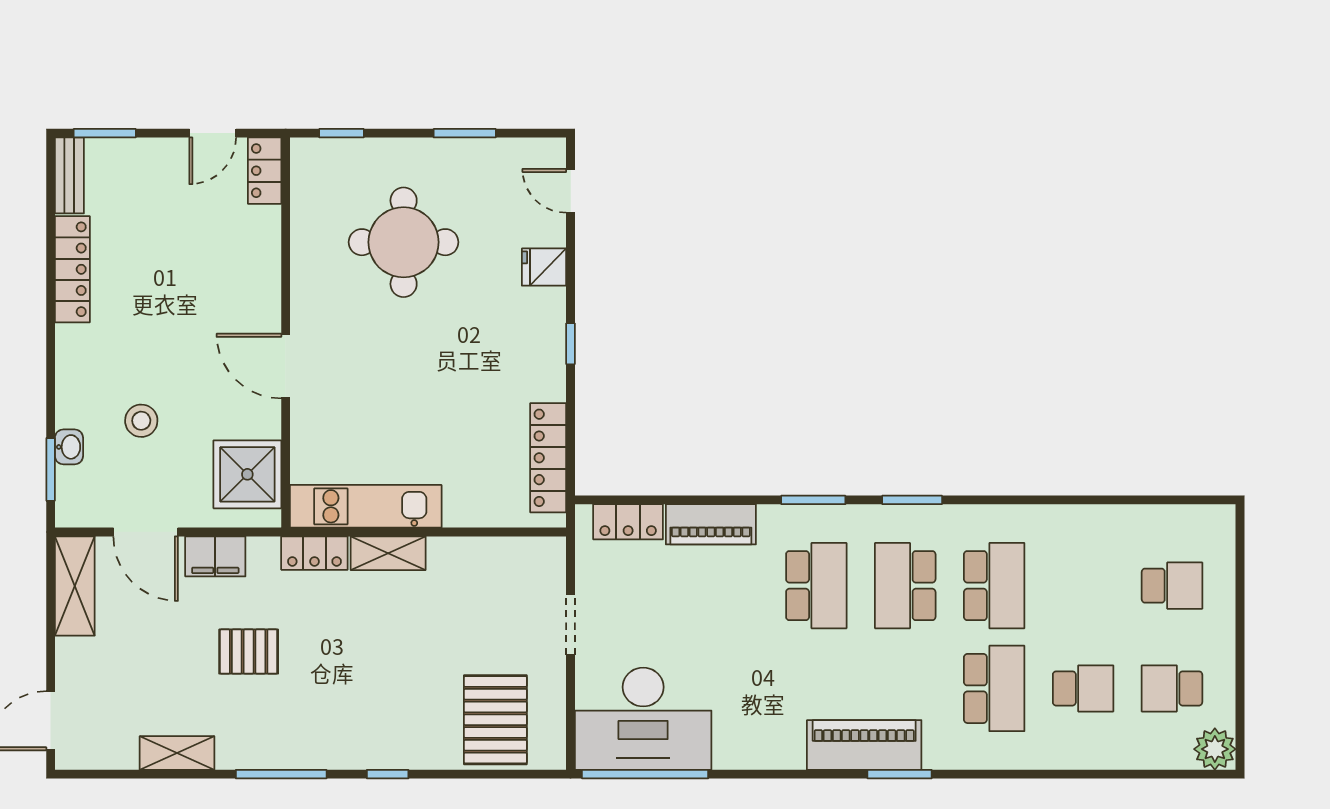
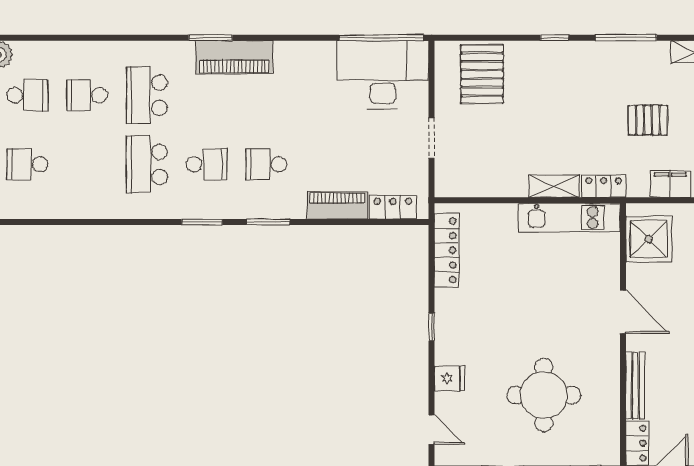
bench: (267, 257) -> (635, 385), added
school desk: (816, 586) -> (266, 164), width x0.54
school desk: (905, 586) -> (207, 164), width x0.54

